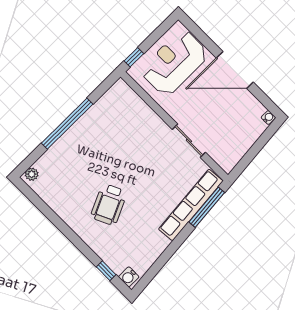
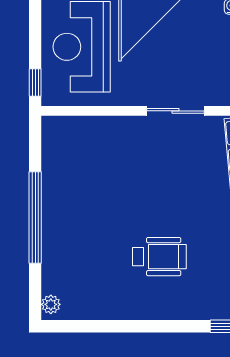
wheelchair: (109, 204) -> (159, 257), turned -65

